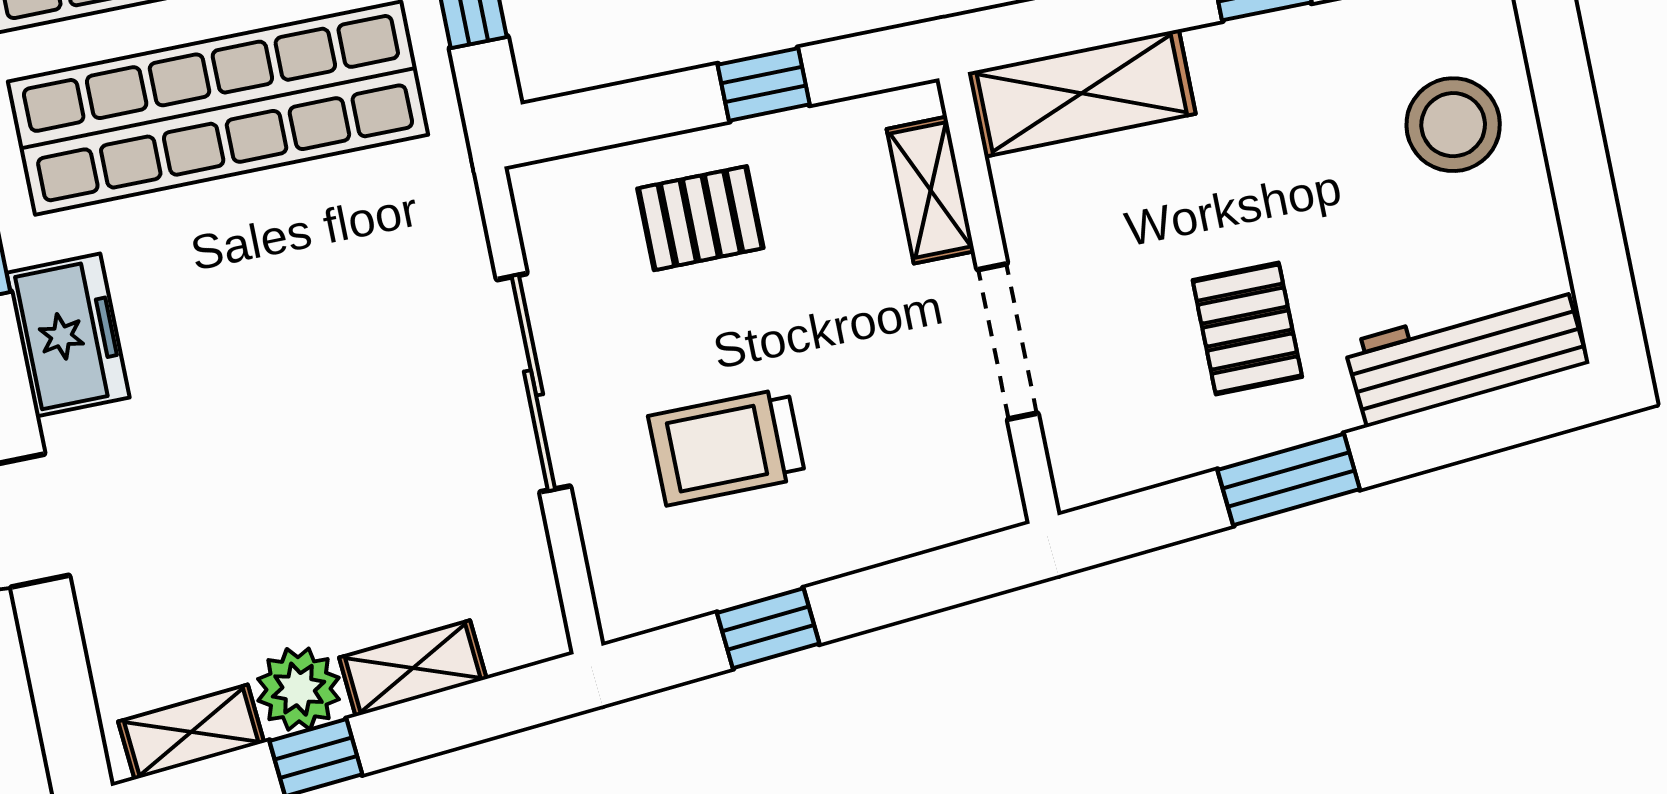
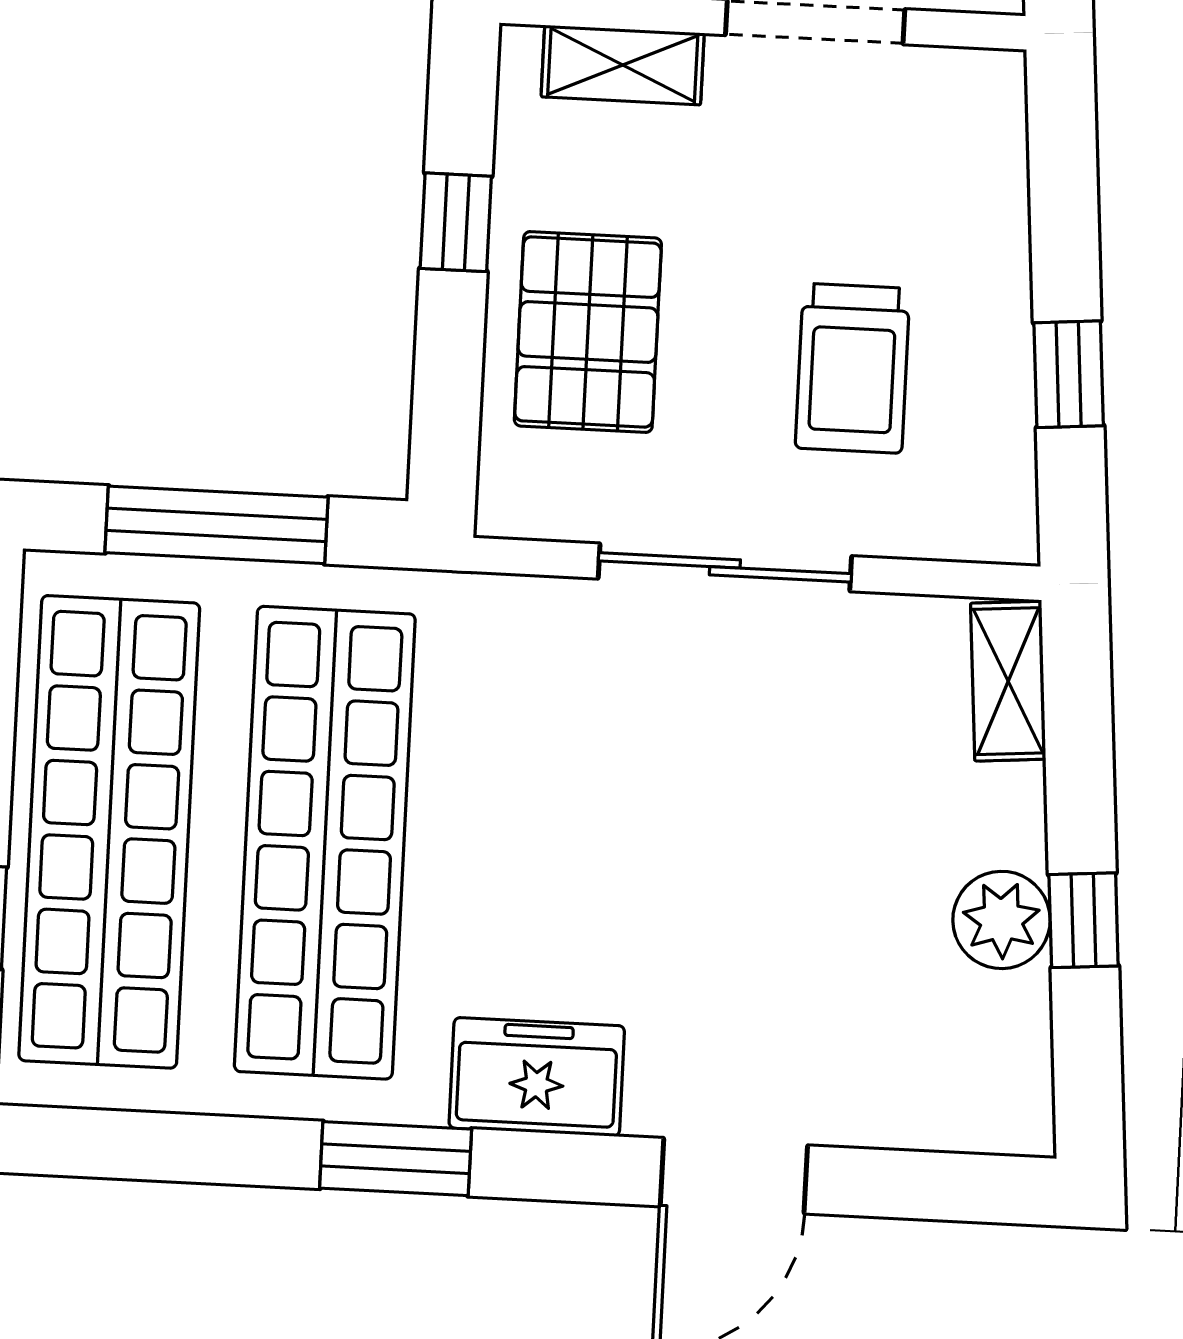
pallet: (700, 218) -> (588, 332), width x1.50, depth x1.42
shelving: (413, 668) -> (1008, 681), moved
shelving: (191, 732) -> (1019, 1053), removed

